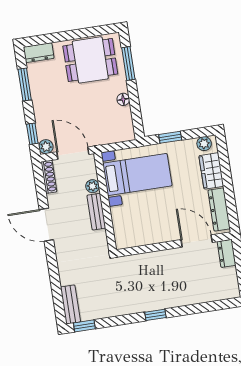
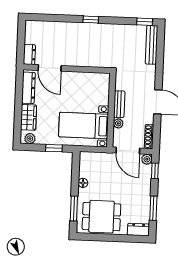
bench: (70, 304) -> (151, 45), width x1.36

